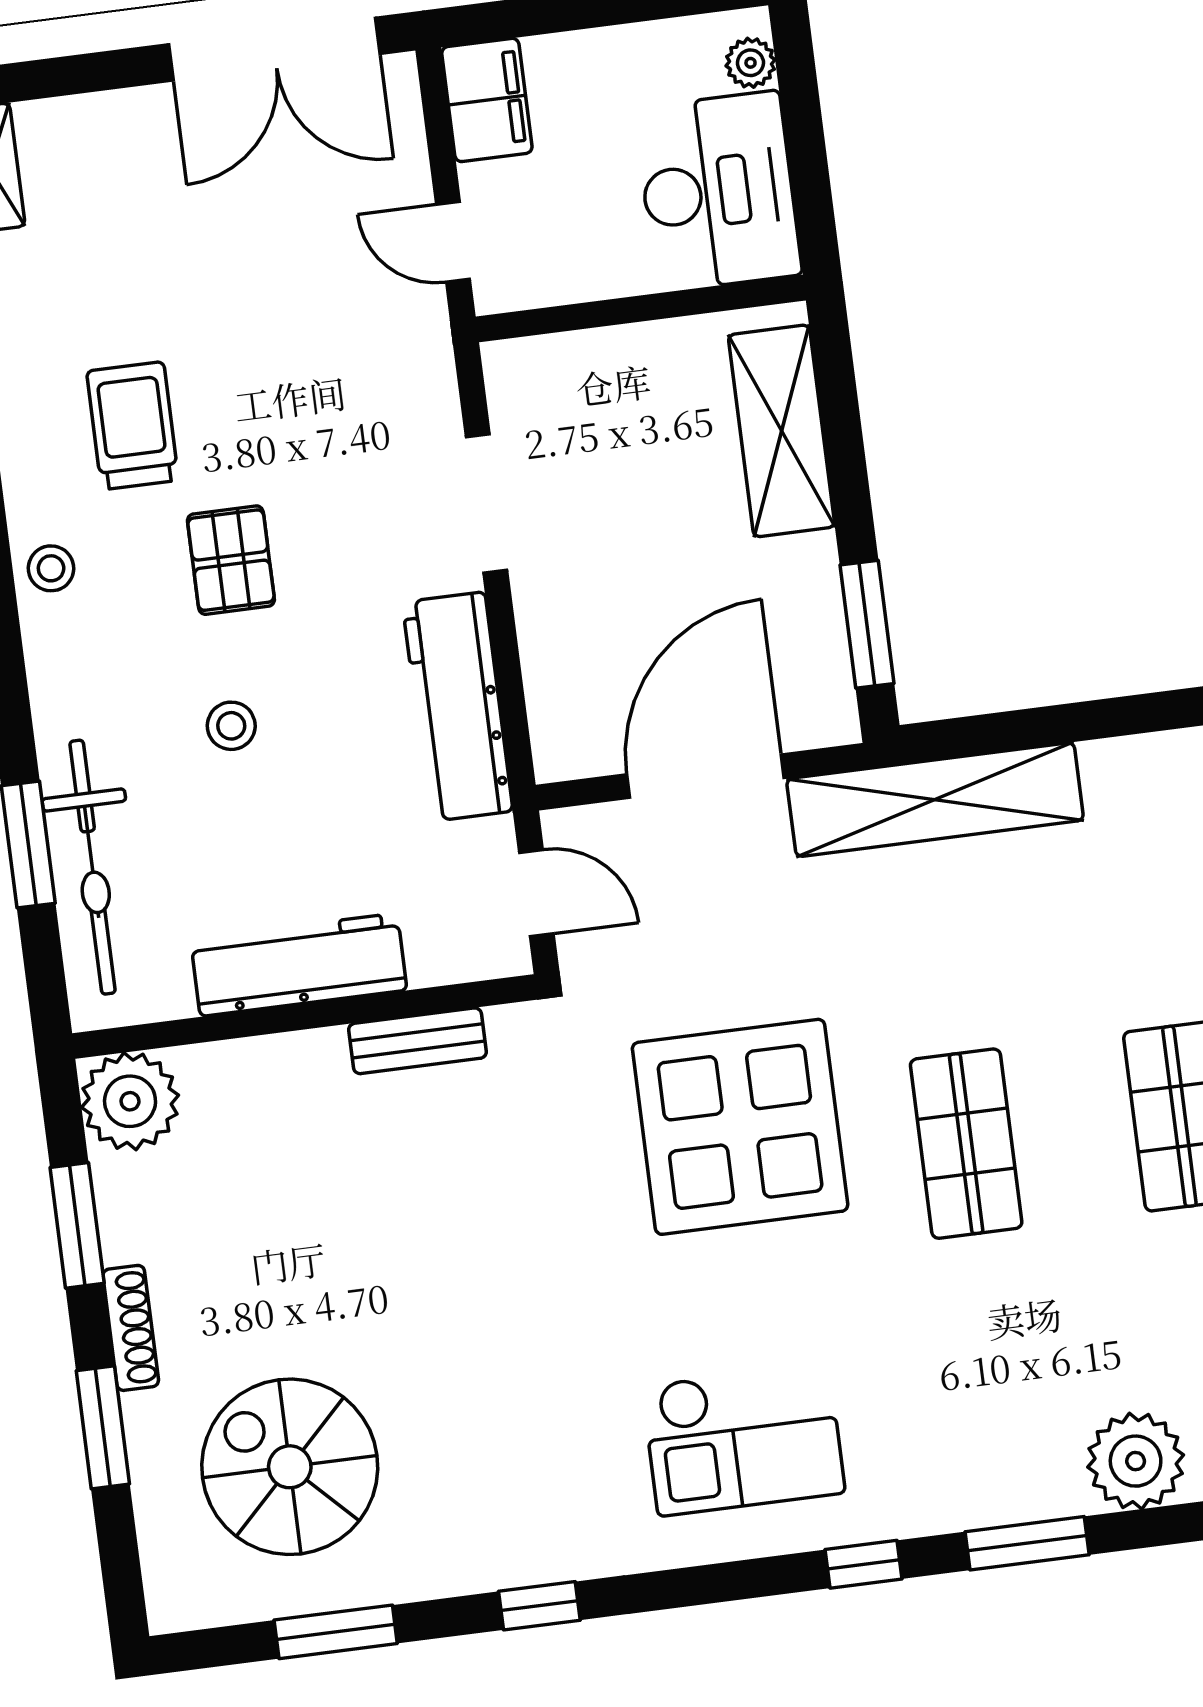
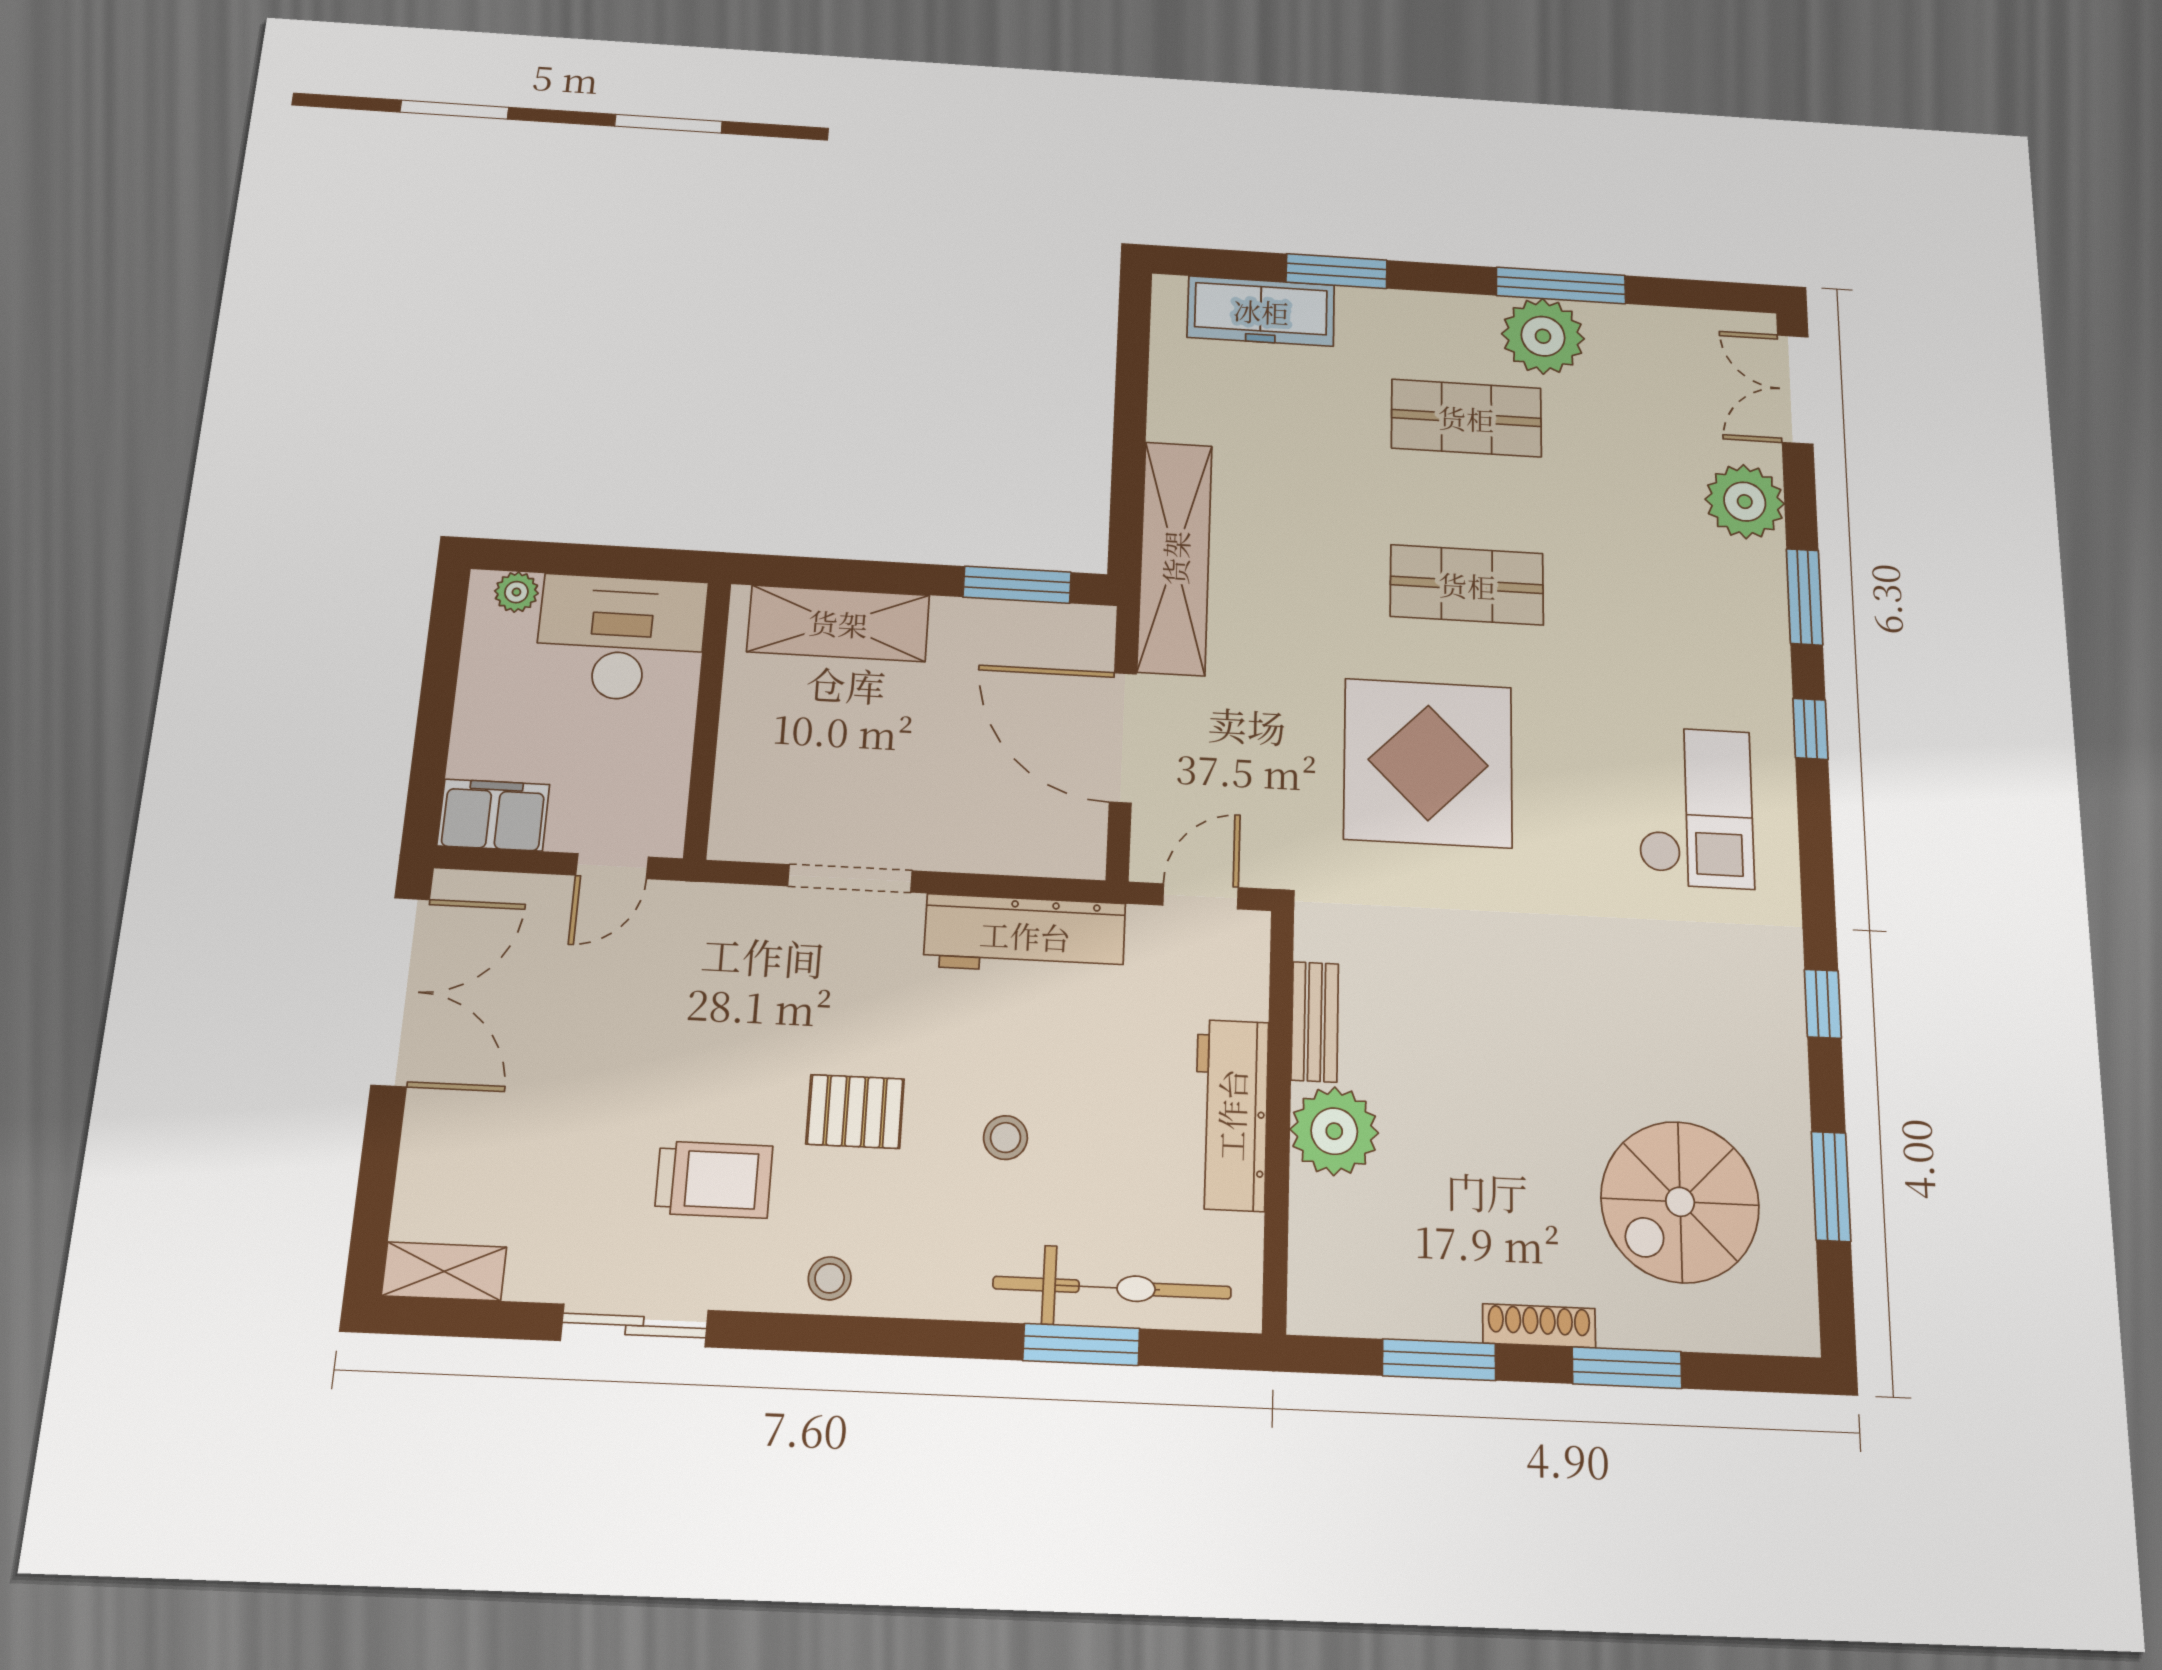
trolley: (133, 426) -> (714, 1180), turned 180
plant: (130, 1101) -> (1334, 1131), moved

